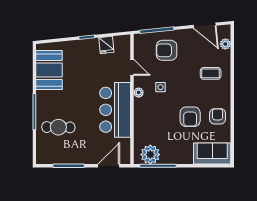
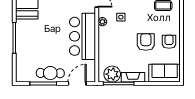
armchair: (190, 117) -> (146, 42), turned 180
cafe table: (58, 127) -> (50, 73), moved
fireplace: (175, 158) -> (133, 77), added

